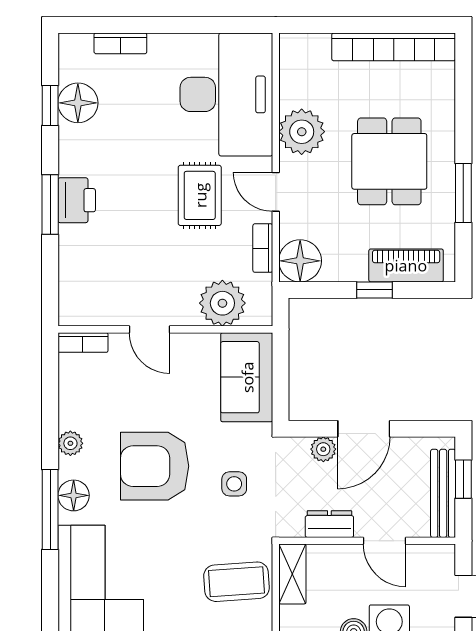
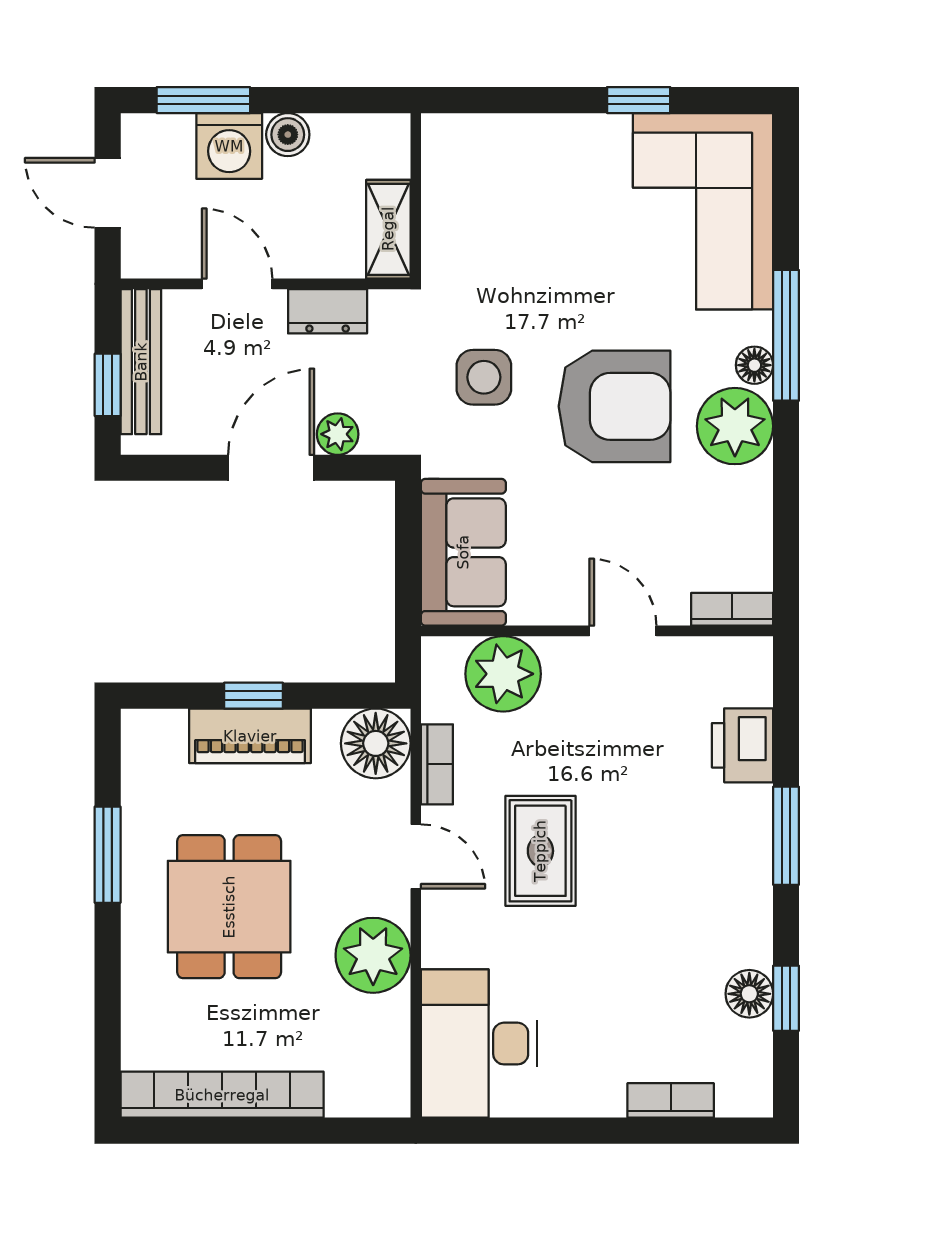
desk: (226, 94) -> (479, 1044), width x0.73, depth x0.77
floor lamp: (78, 103) -> (749, 994), width x0.73, depth x0.73
printer: (77, 200) -> (742, 745), moved
piano: (406, 265) -> (250, 736), moved
plant: (70, 443) -> (735, 426), width x1.87, depth x1.87
side table: (234, 484) -> (484, 377), width x1.37, depth x1.37
floor lamp: (74, 495) -> (754, 365), width x0.73, depth x0.73
coffee table: (237, 582) -> (480, 217), removed

